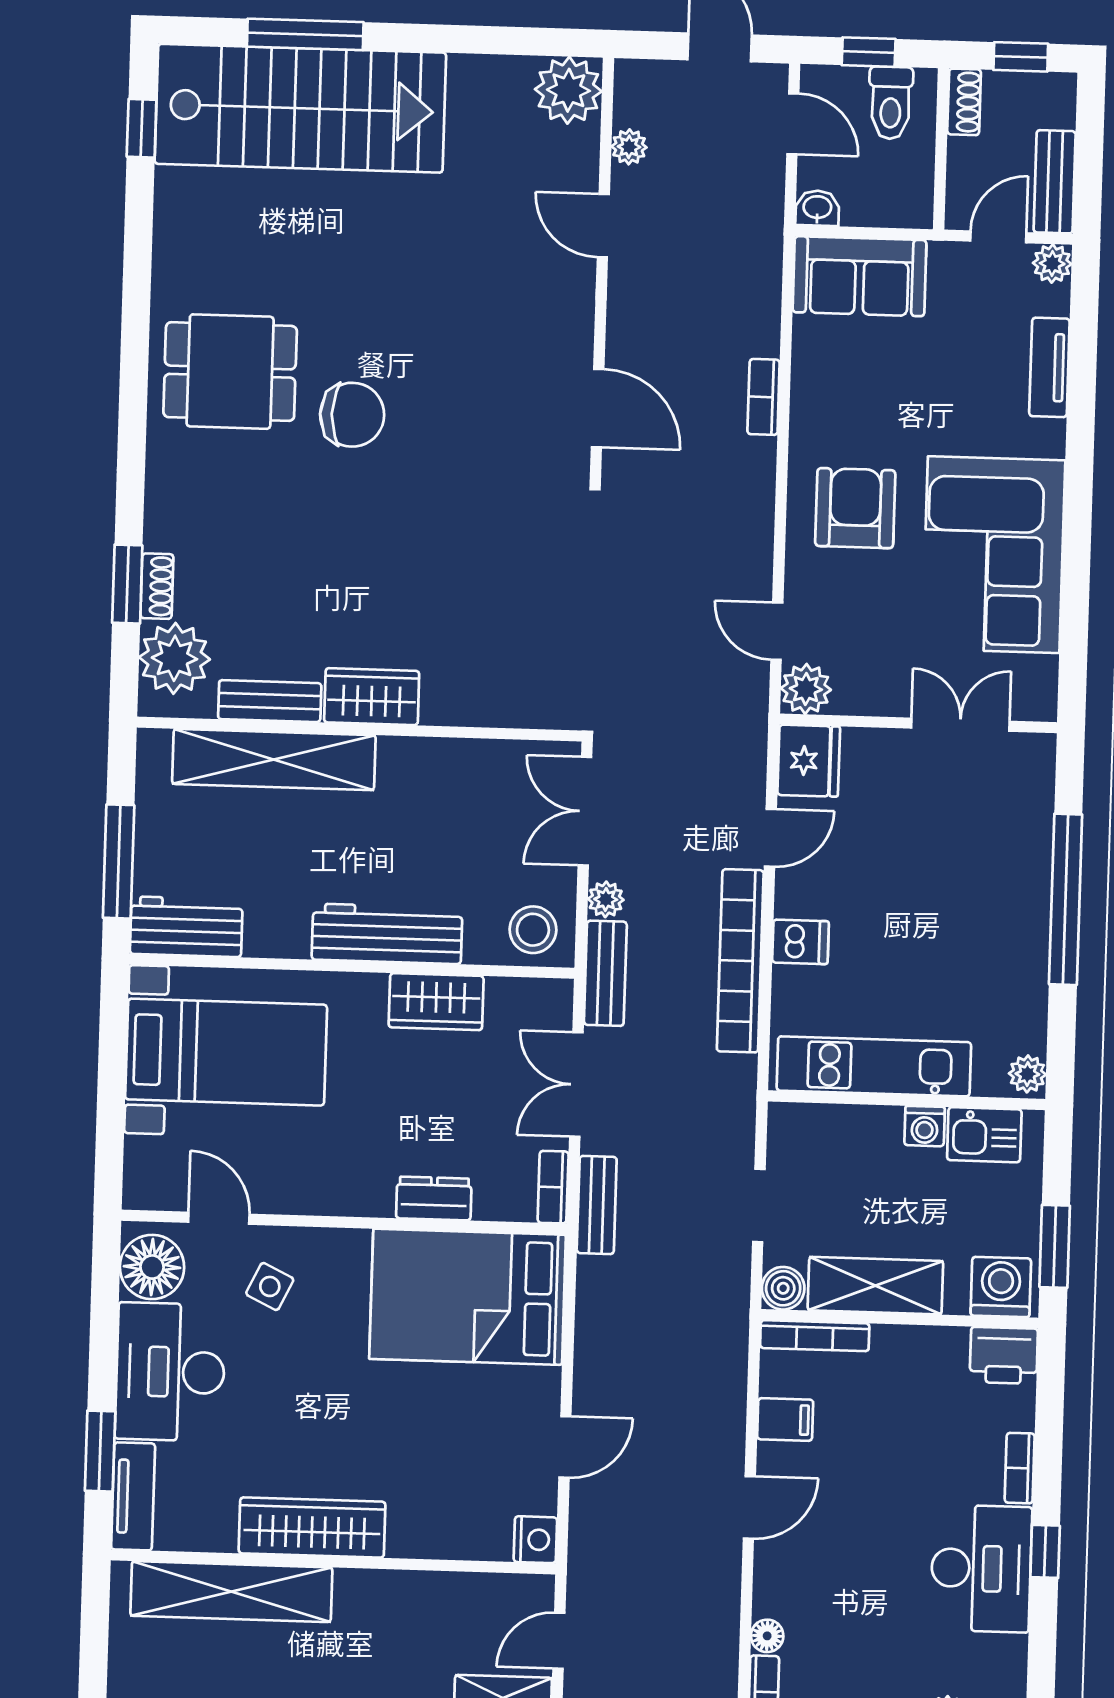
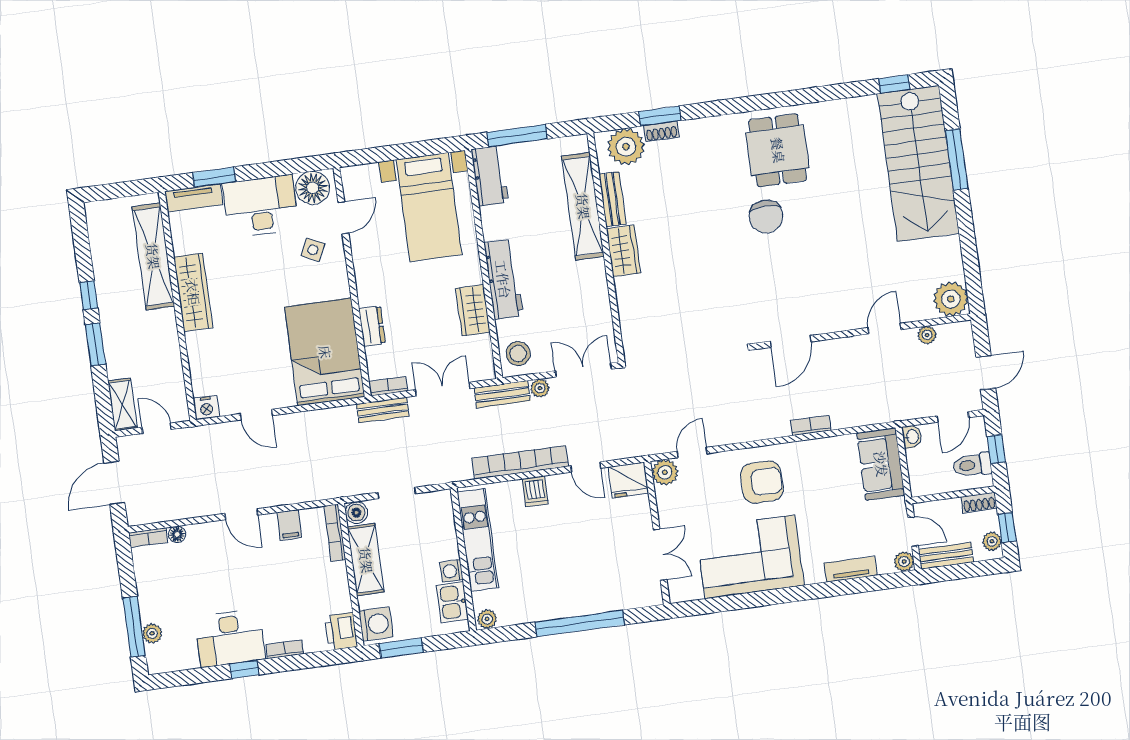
plant: (1042, 90) -> (992, 541), added

